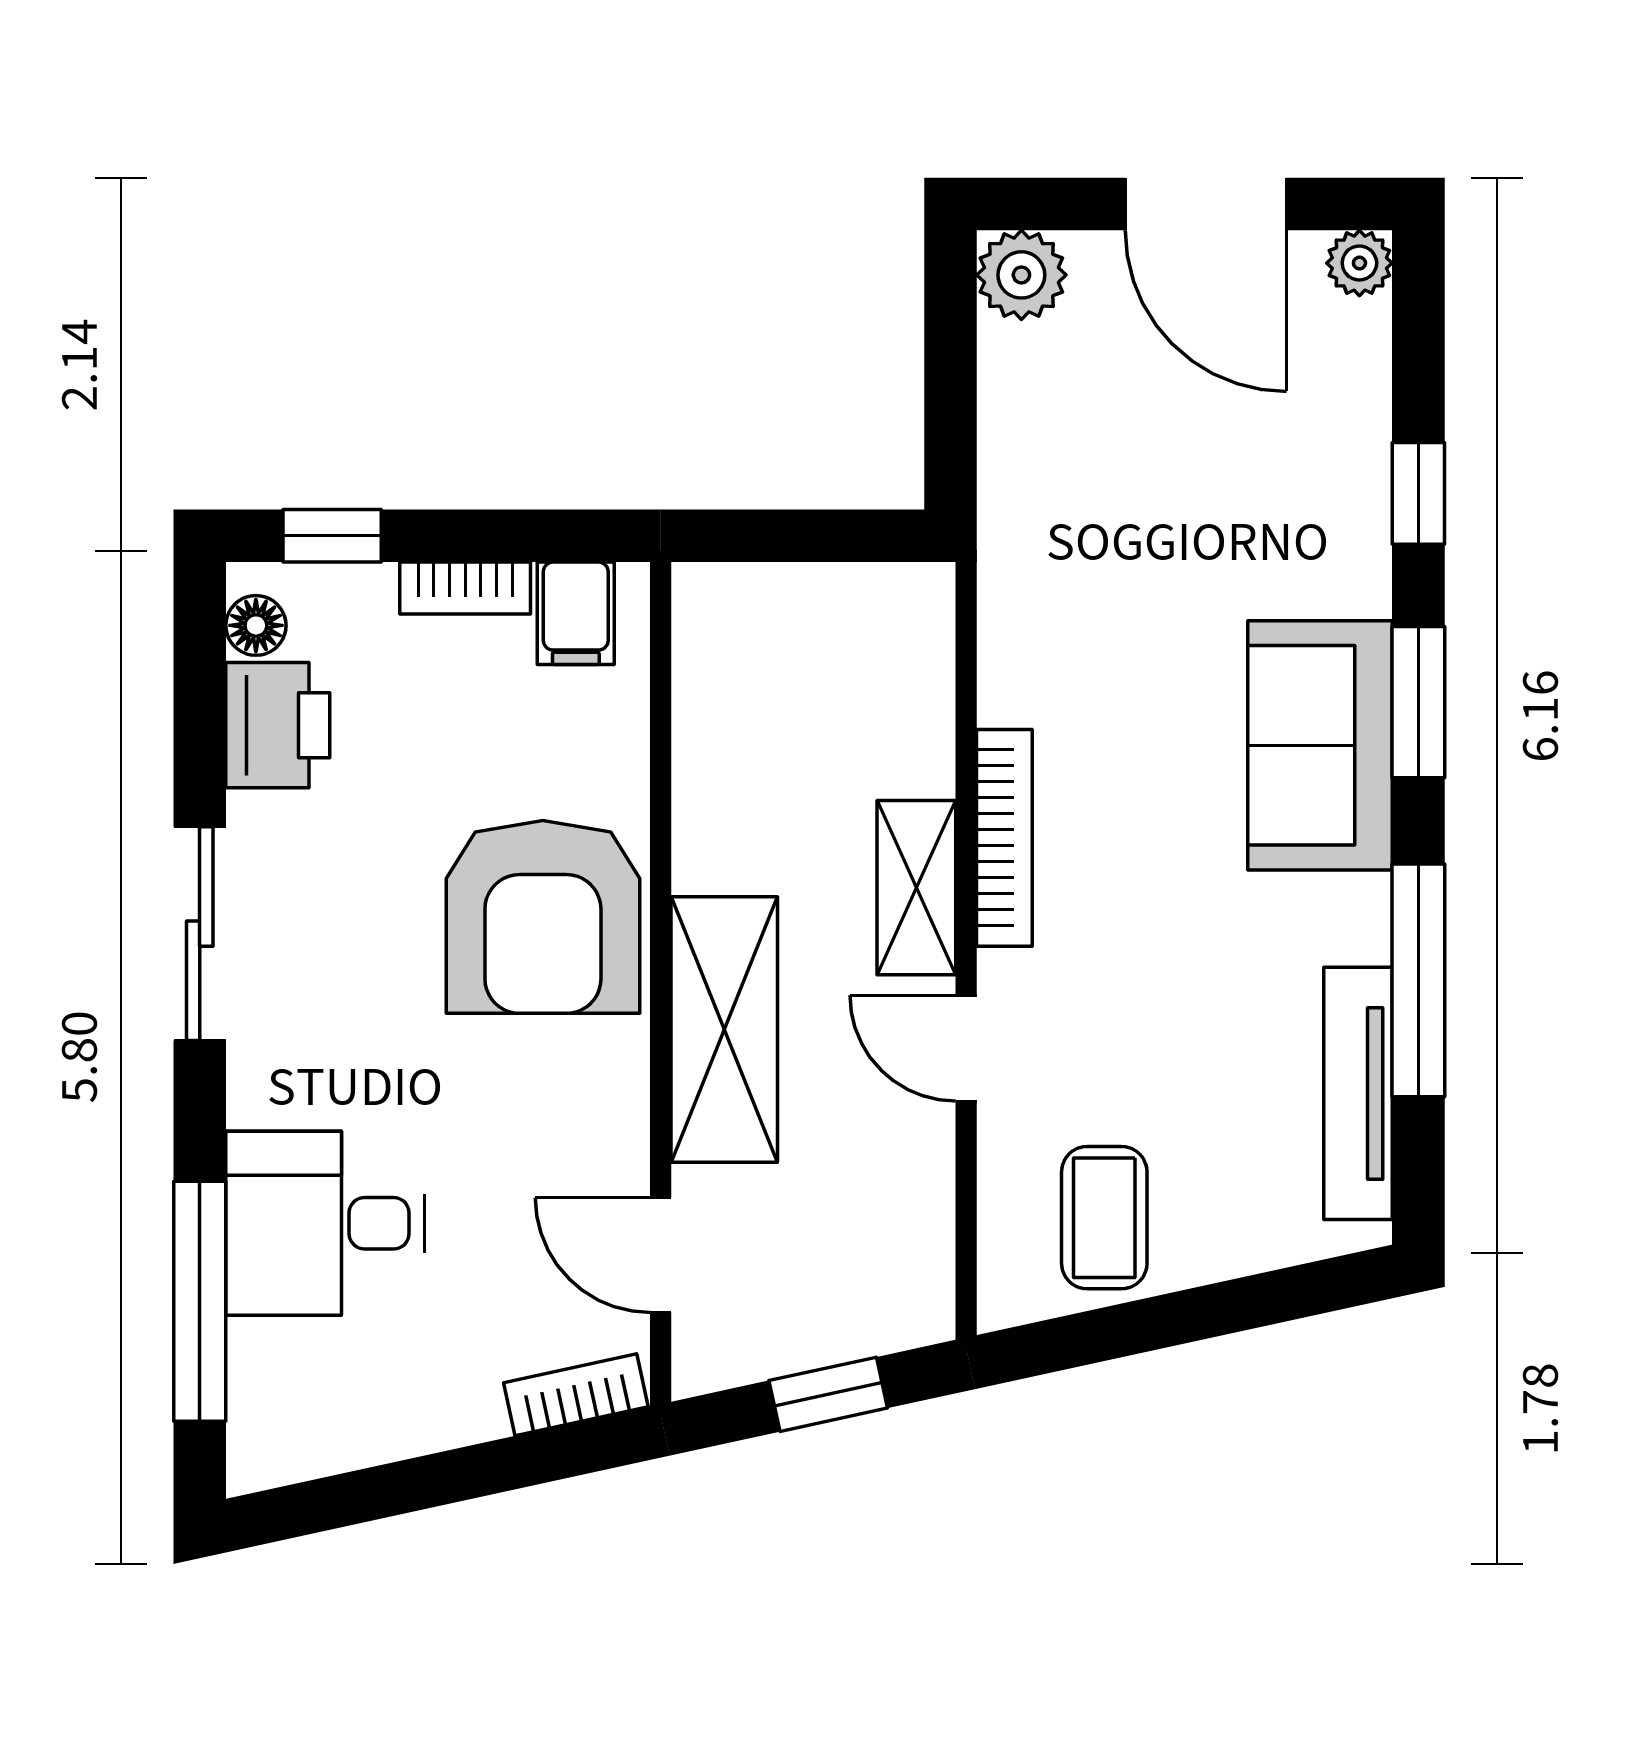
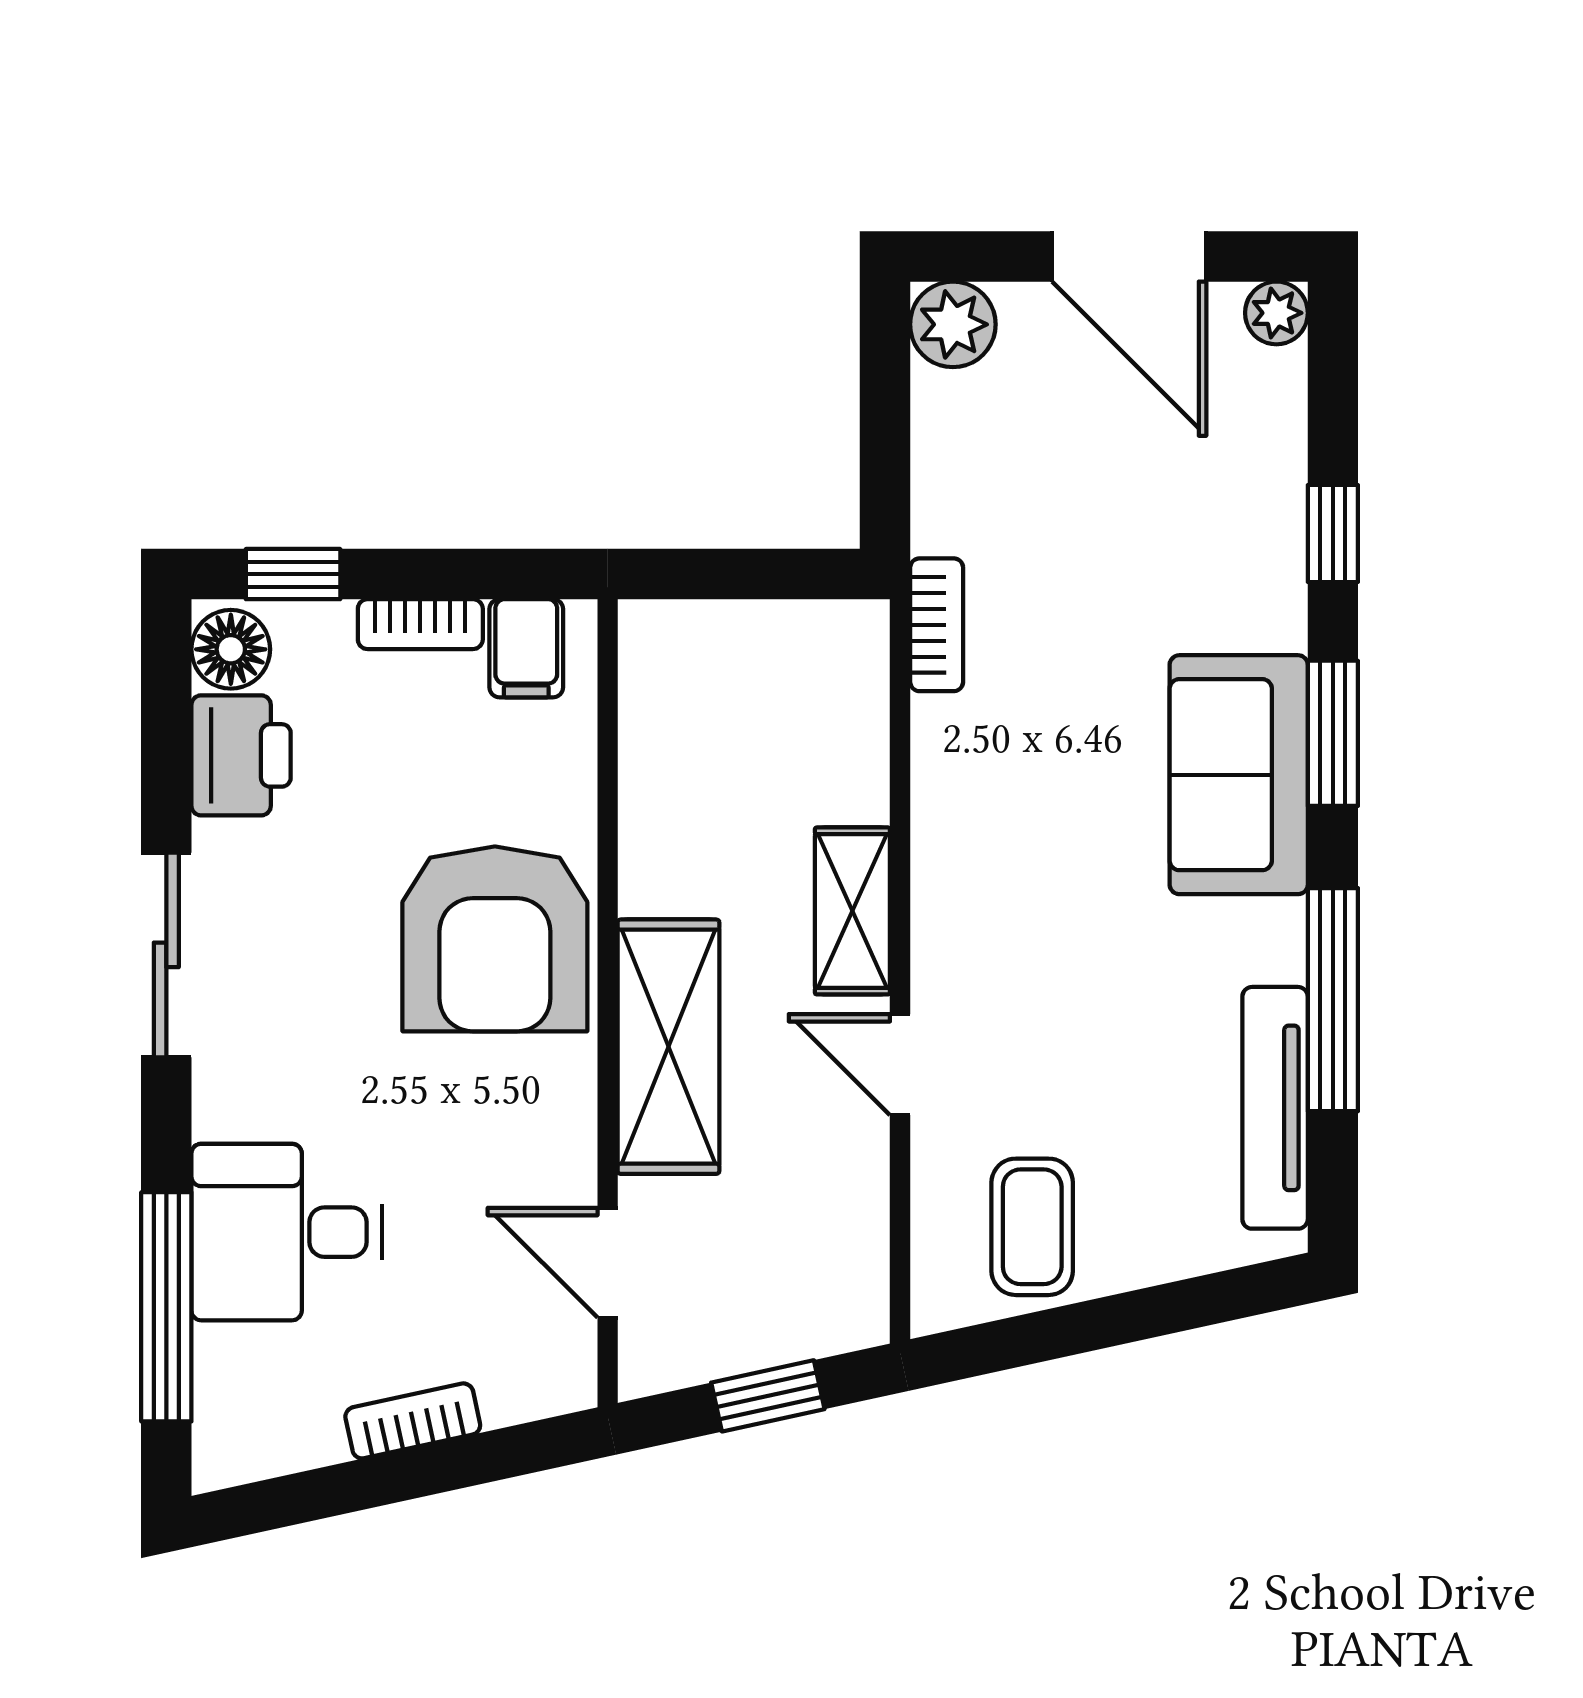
floor lamp: (256, 625) -> (231, 649), width x1.37, depth x1.37
bookcase: (1004, 838) -> (937, 625), moved, width x0.64
bookcase: (576, 1395) -> (413, 1421), moved

